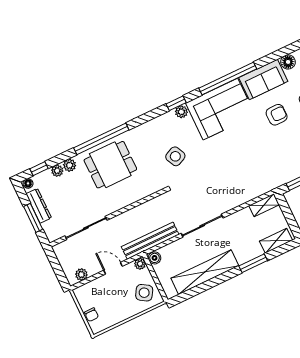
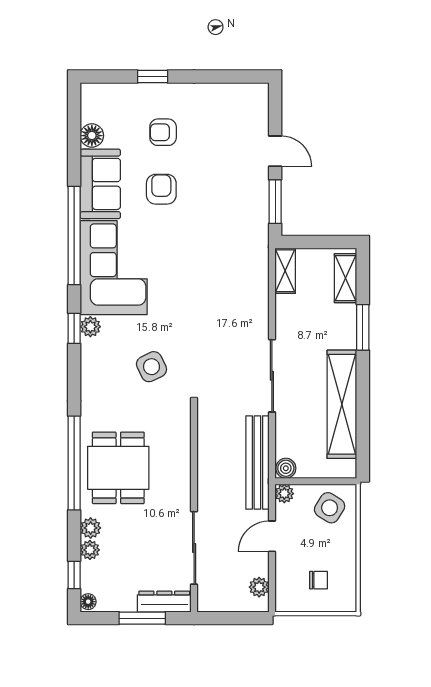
dresser: (39, 206) -> (164, 602), moved
chair: (91, 315) -> (319, 580), moved

